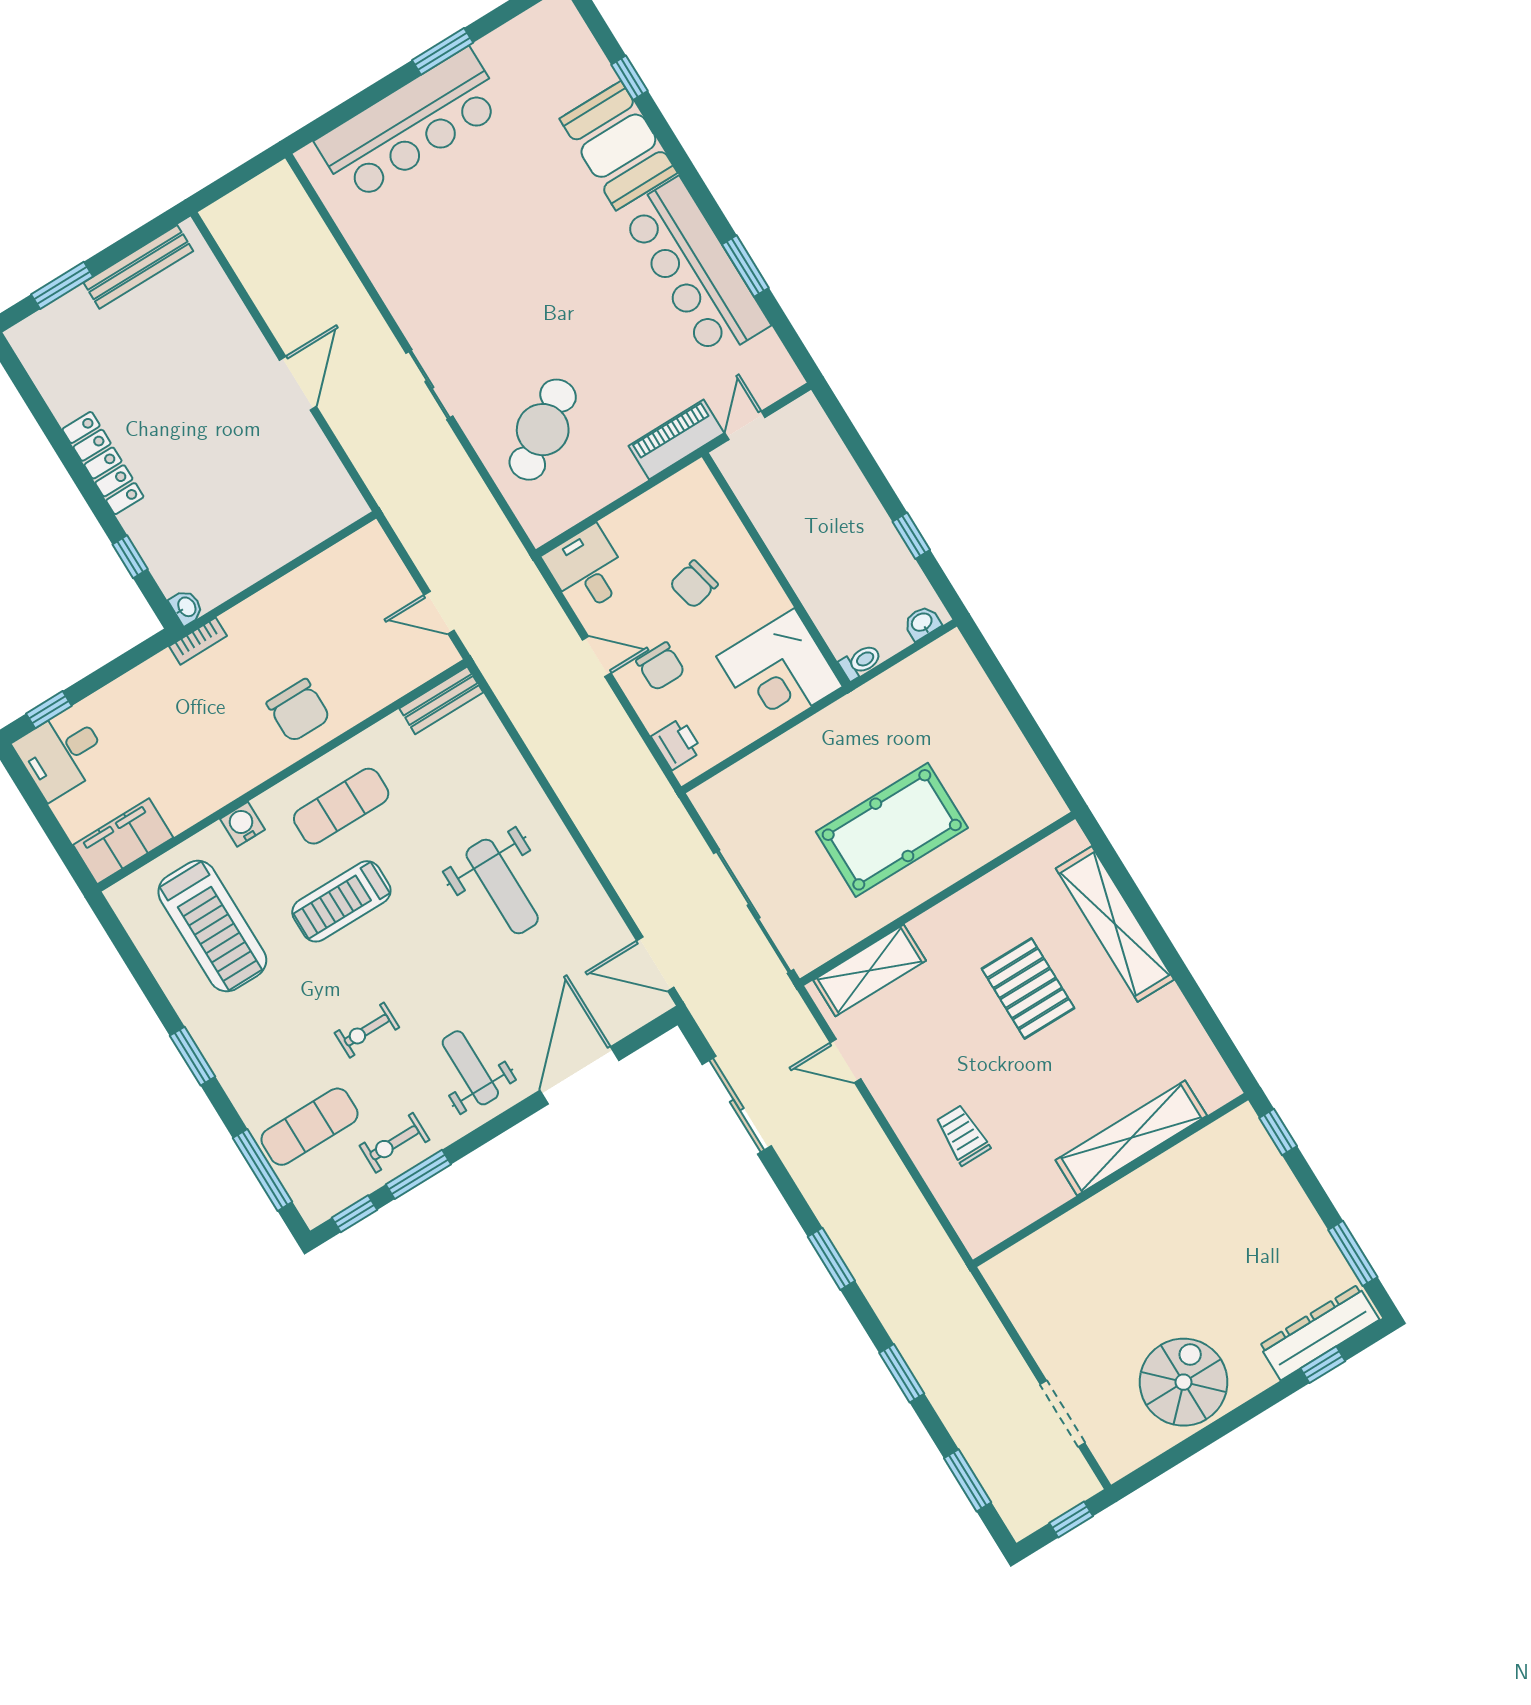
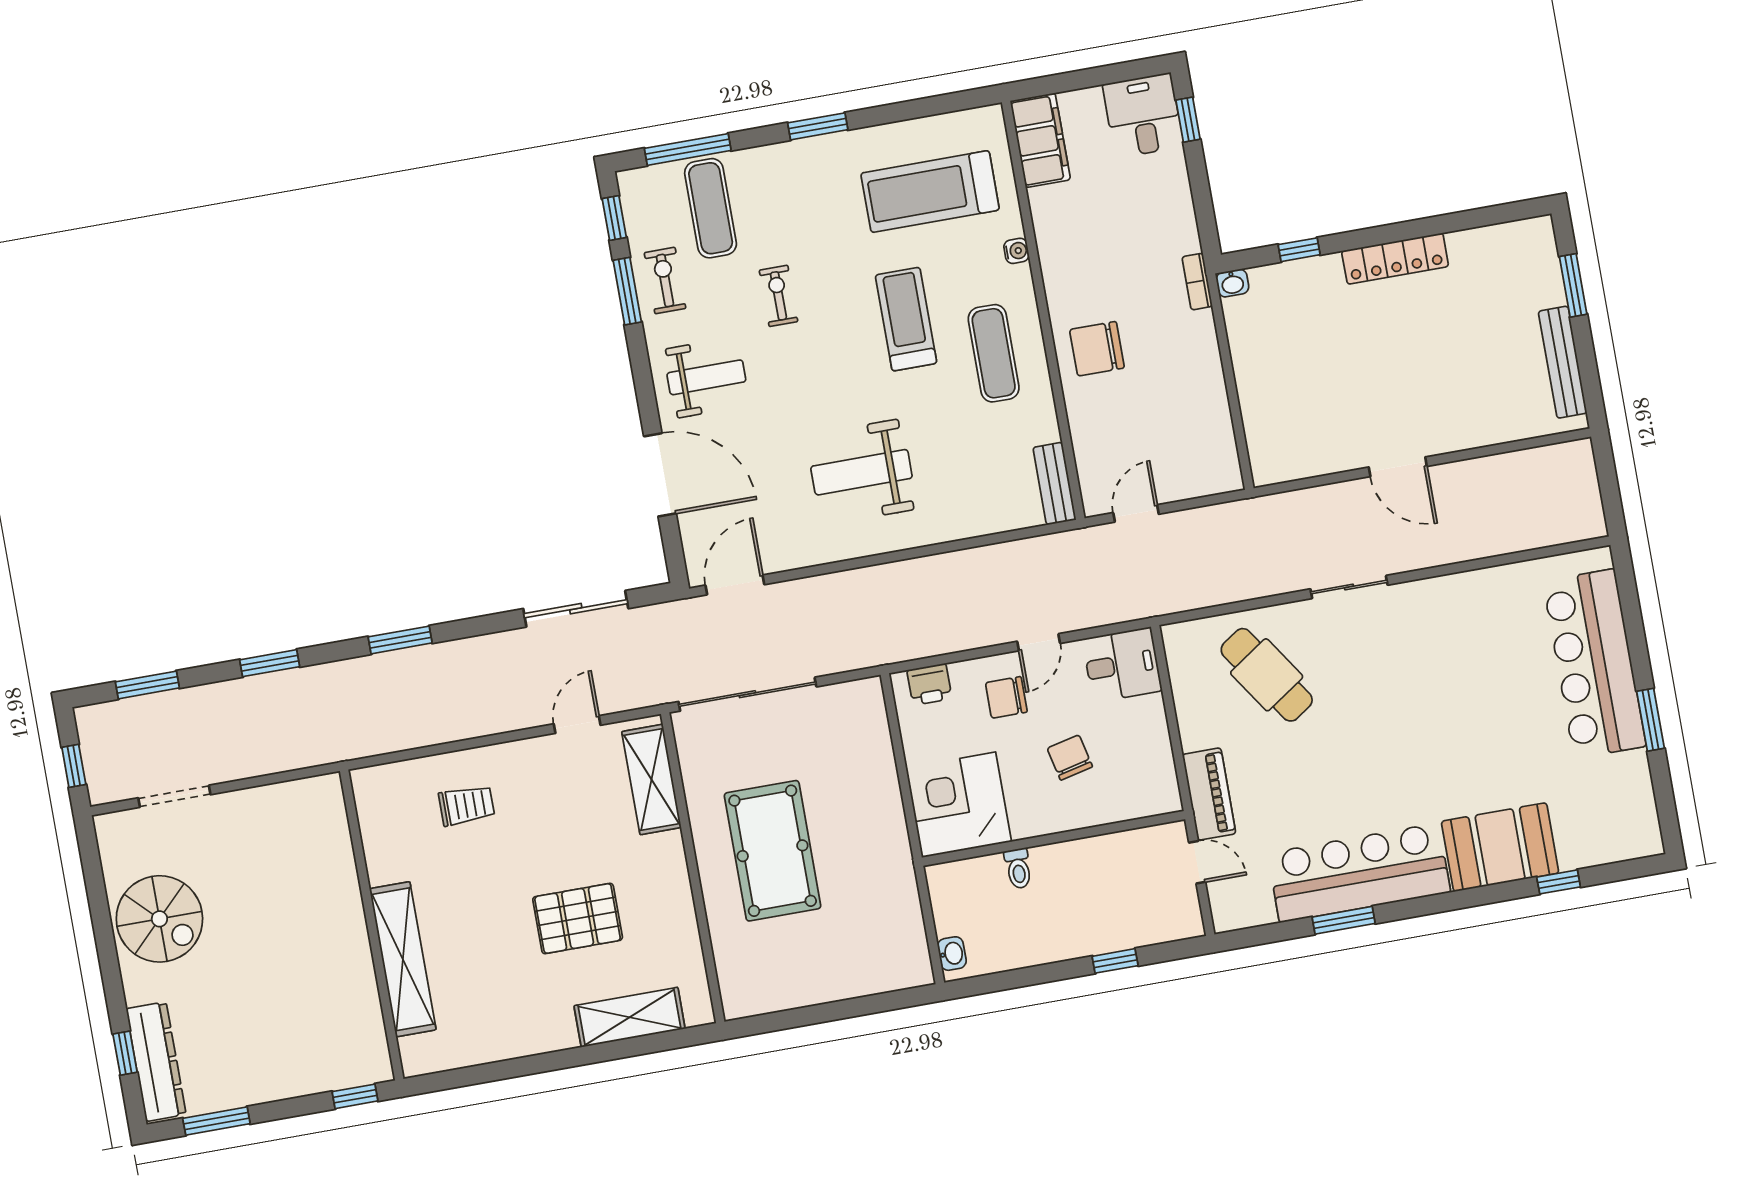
window: (911, 536) -> (1115, 961), moved
toilet: (860, 662) -> (1018, 869), moved
water cooler: (242, 824) -> (1016, 251), width x0.72, depth x0.72
shelving: (1115, 924) -> (630, 1017), width x0.68

